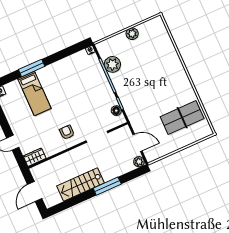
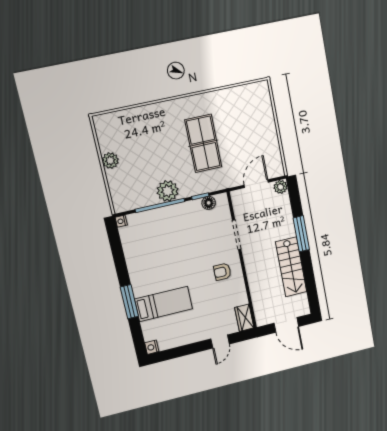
plant: (112, 64) -> (168, 191), moved
table tennis table: (182, 118) -> (203, 143), moved

